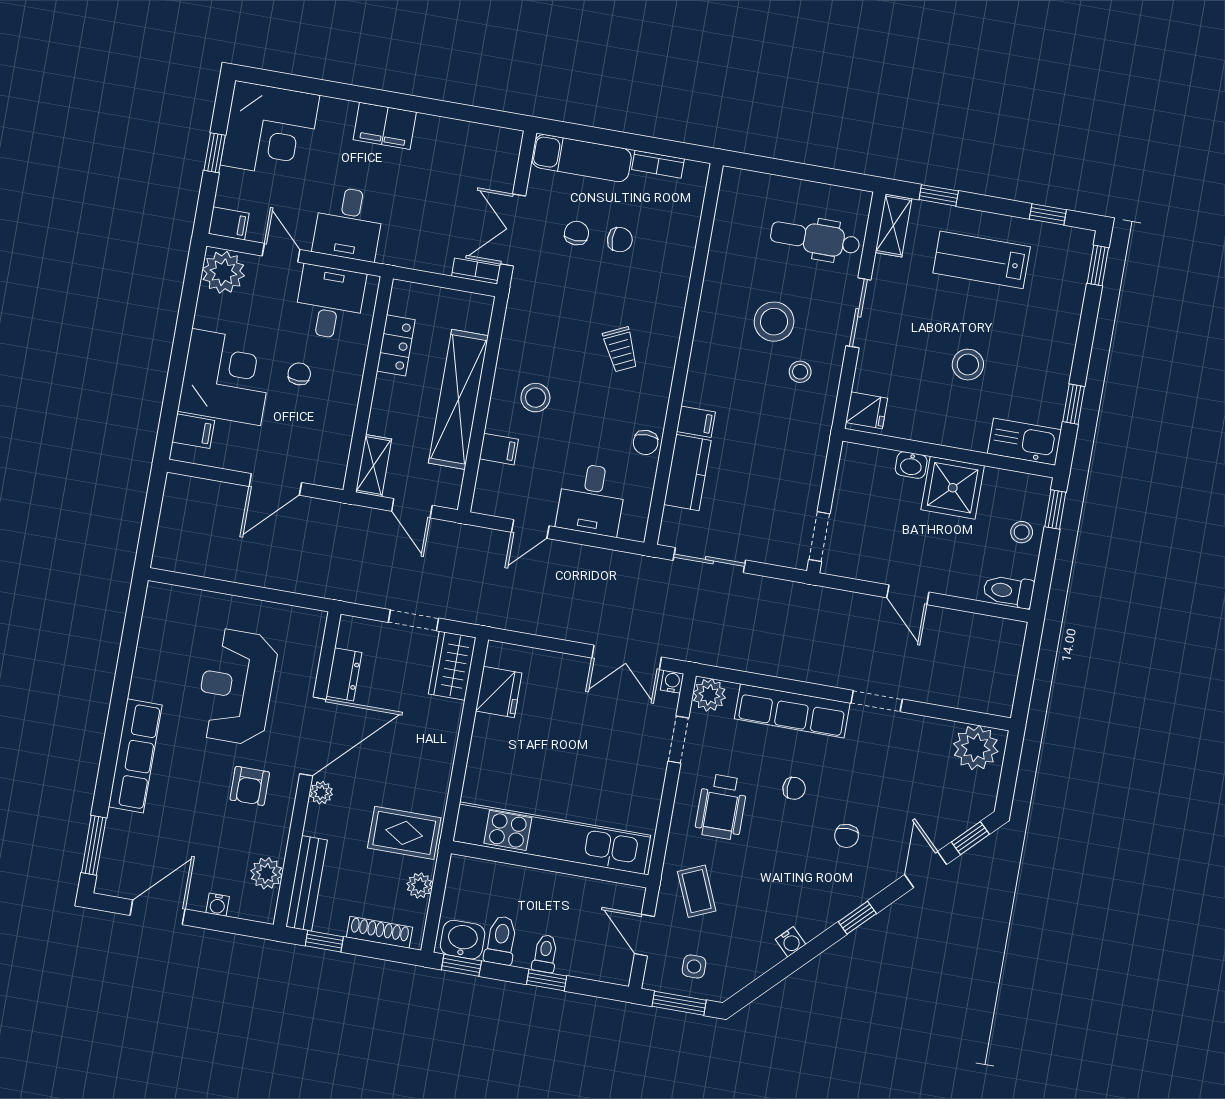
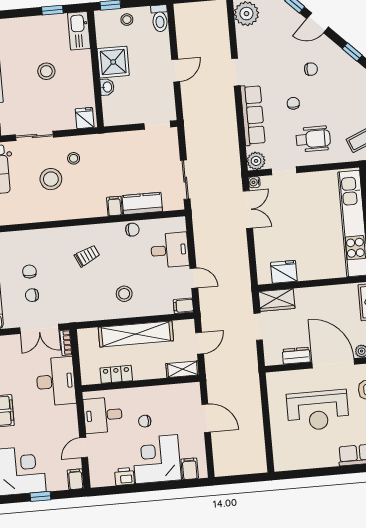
desk: (349, 224) -> (56, 381), moved, width x1.37
plant: (223, 272) -> (102, 475), removed
printer: (210, 312) -> (124, 476), added
filing cabinet: (499, 449) -> (183, 306), moved, turned -90

